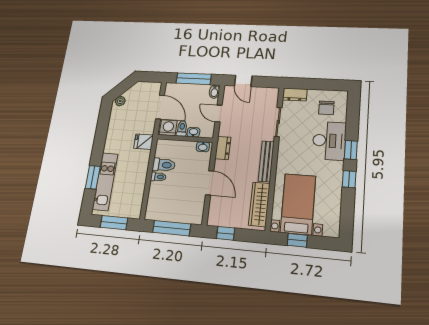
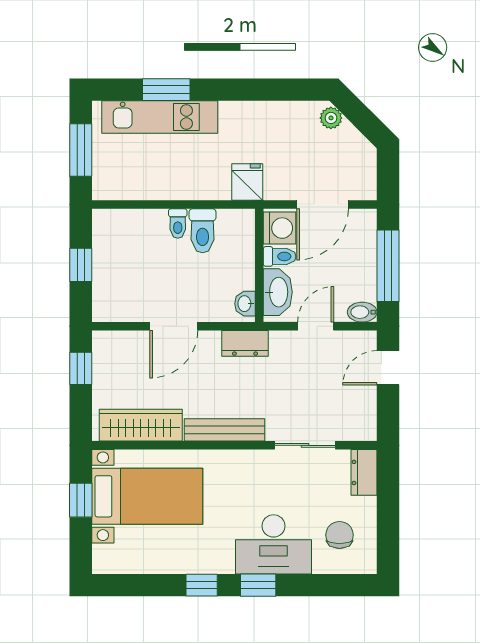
chair: (326, 108) -> (339, 535), turned 90
washbasin: (193, 132) -> (278, 292), width x1.91, depth x1.45
window: (172, 228) -> (81, 265), width x0.46

